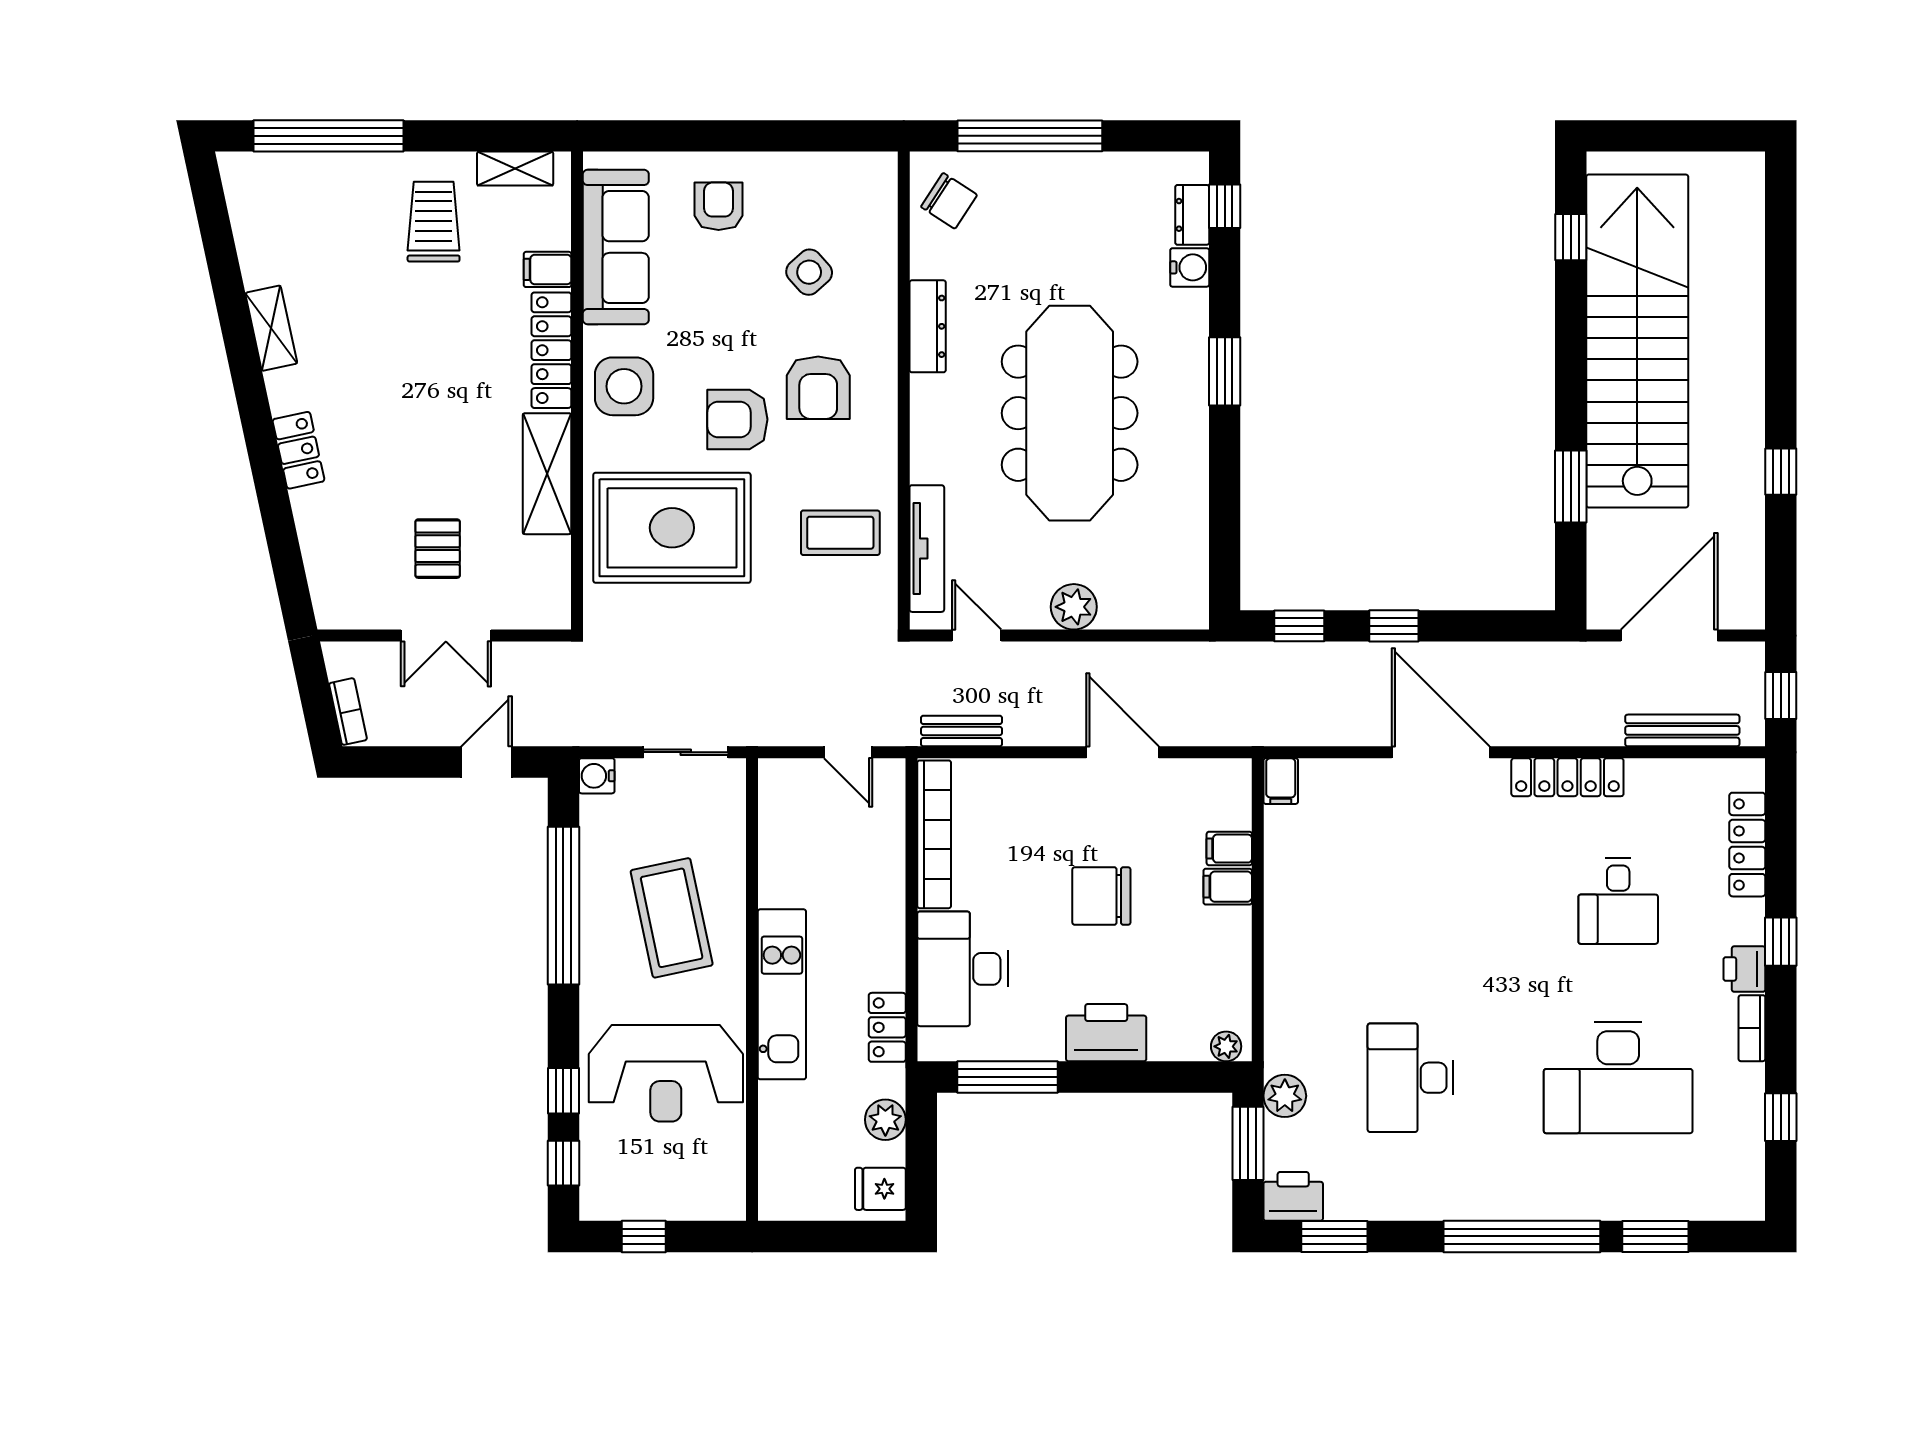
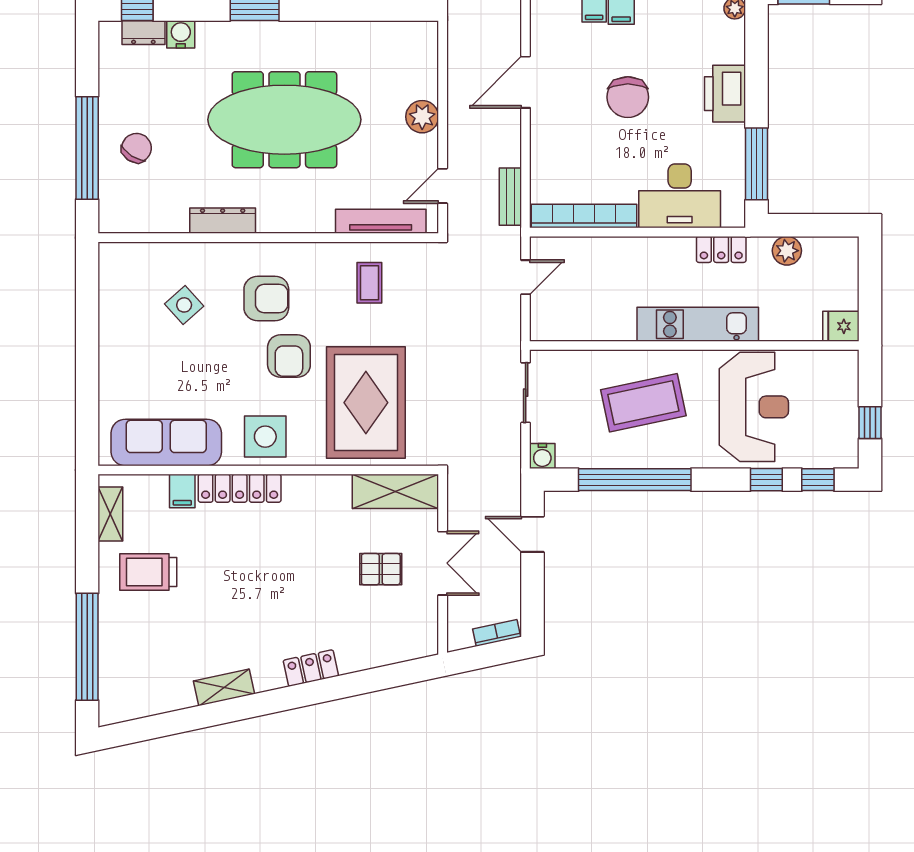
chair: (949, 201) -> (137, 148), moved
armchair: (719, 206) -> (137, 369), removed
shelving: (547, 474) -> (395, 491), moved
coffee table: (840, 533) -> (369, 283), width x0.73, depth x0.77
fridge: (880, 1189) -> (841, 326), moved, turned 90

